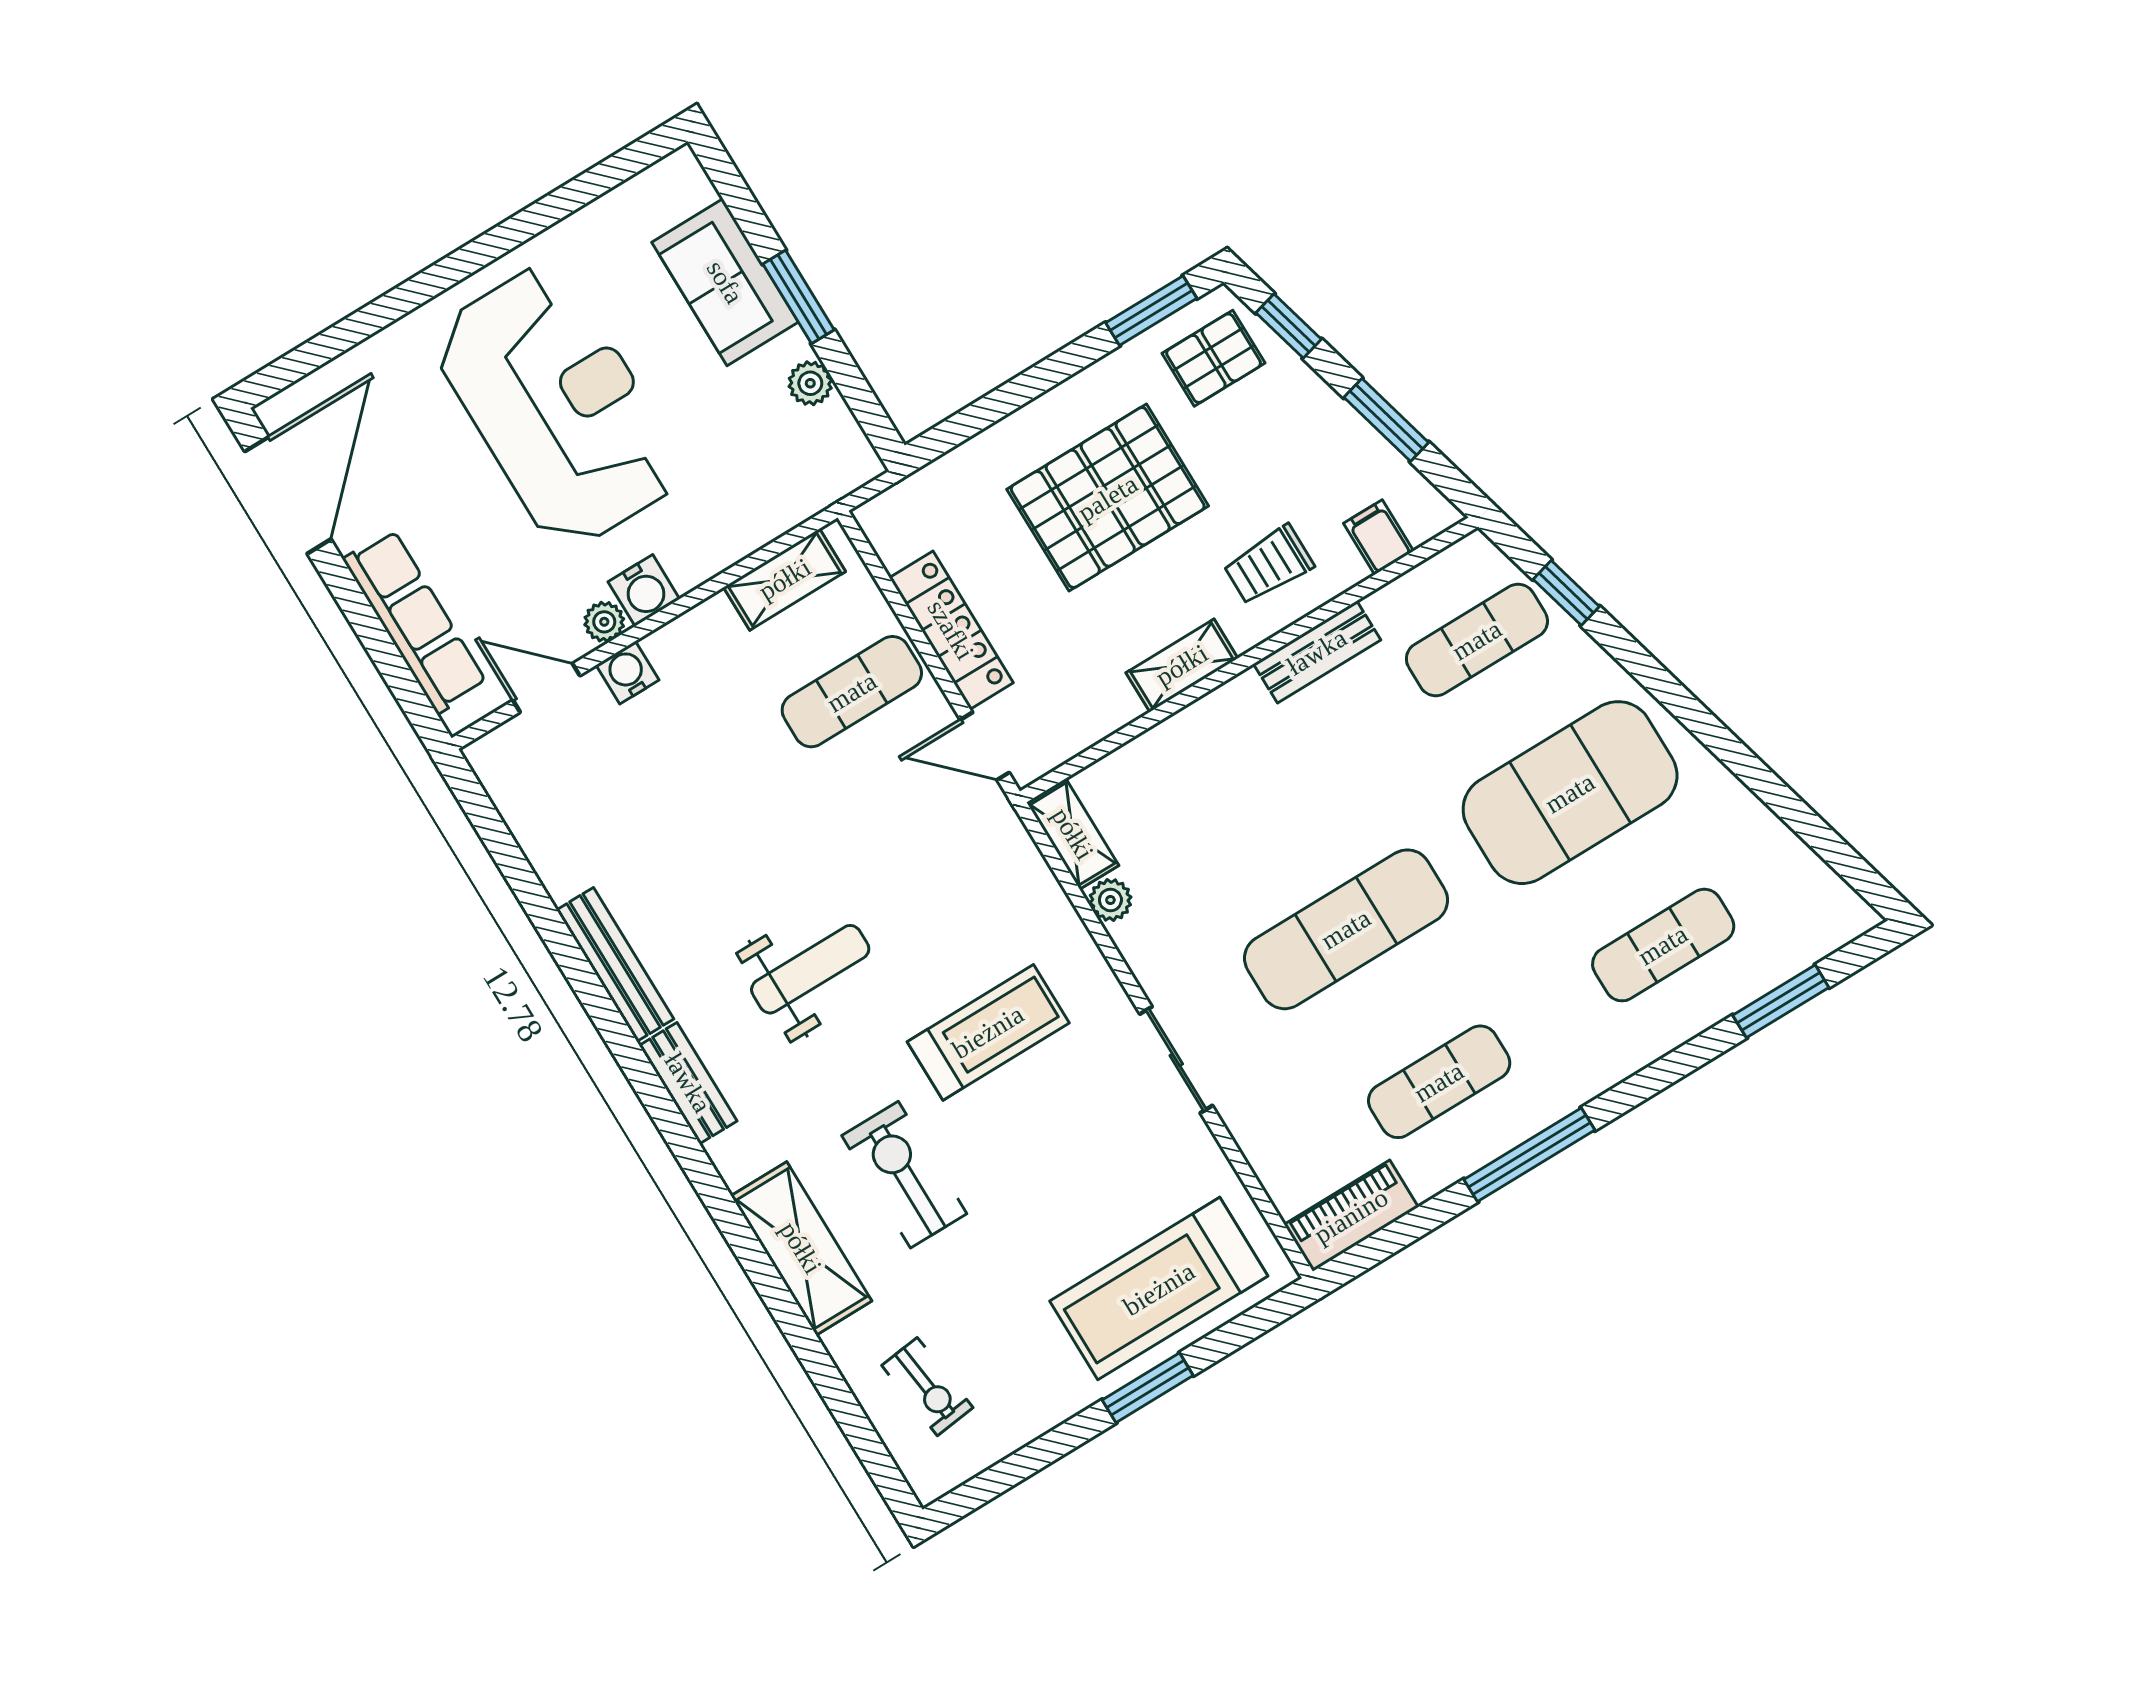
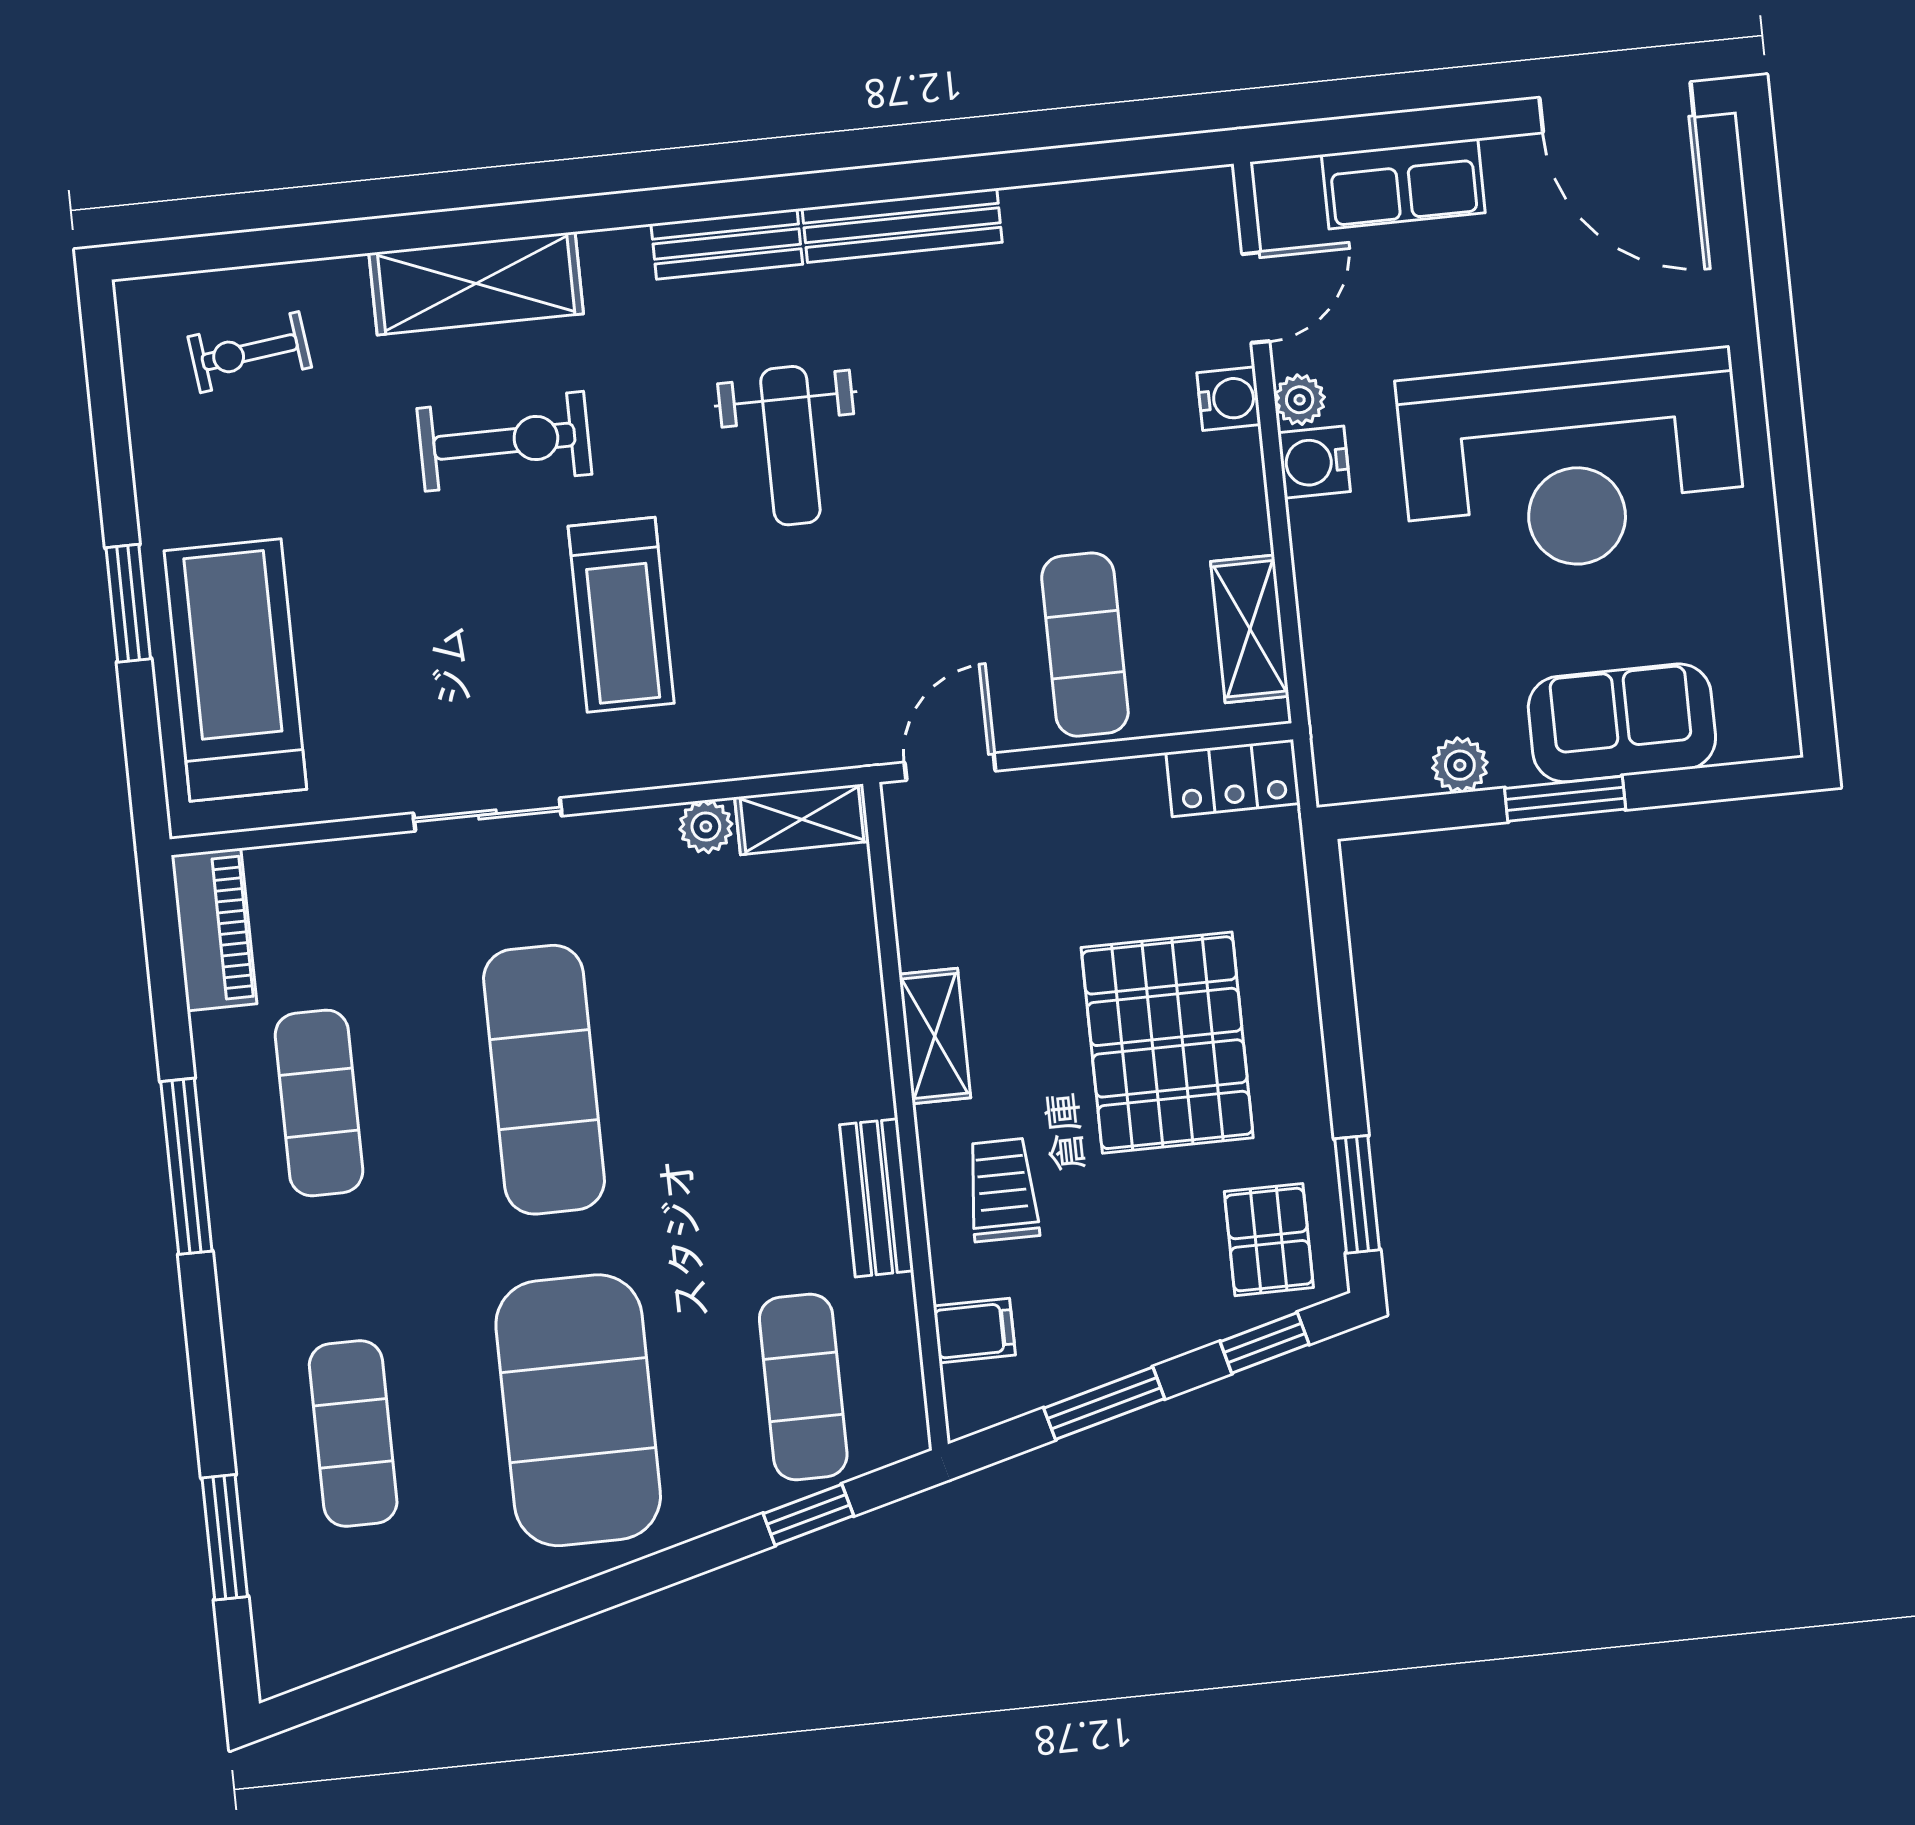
row of seats: (415, 621) -> (1403, 184), width x0.68
locker: (951, 630) -> (1233, 778), moved, width x0.66

